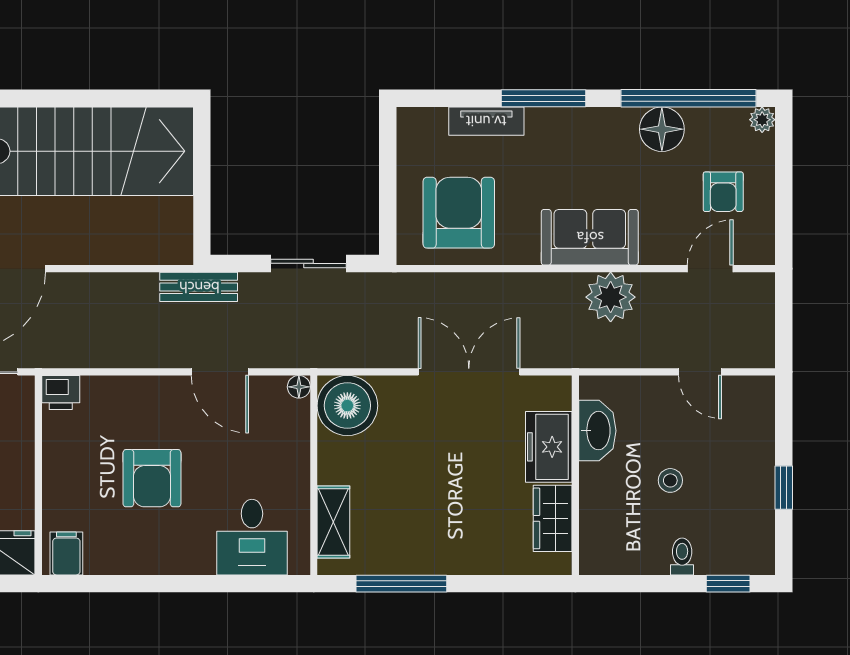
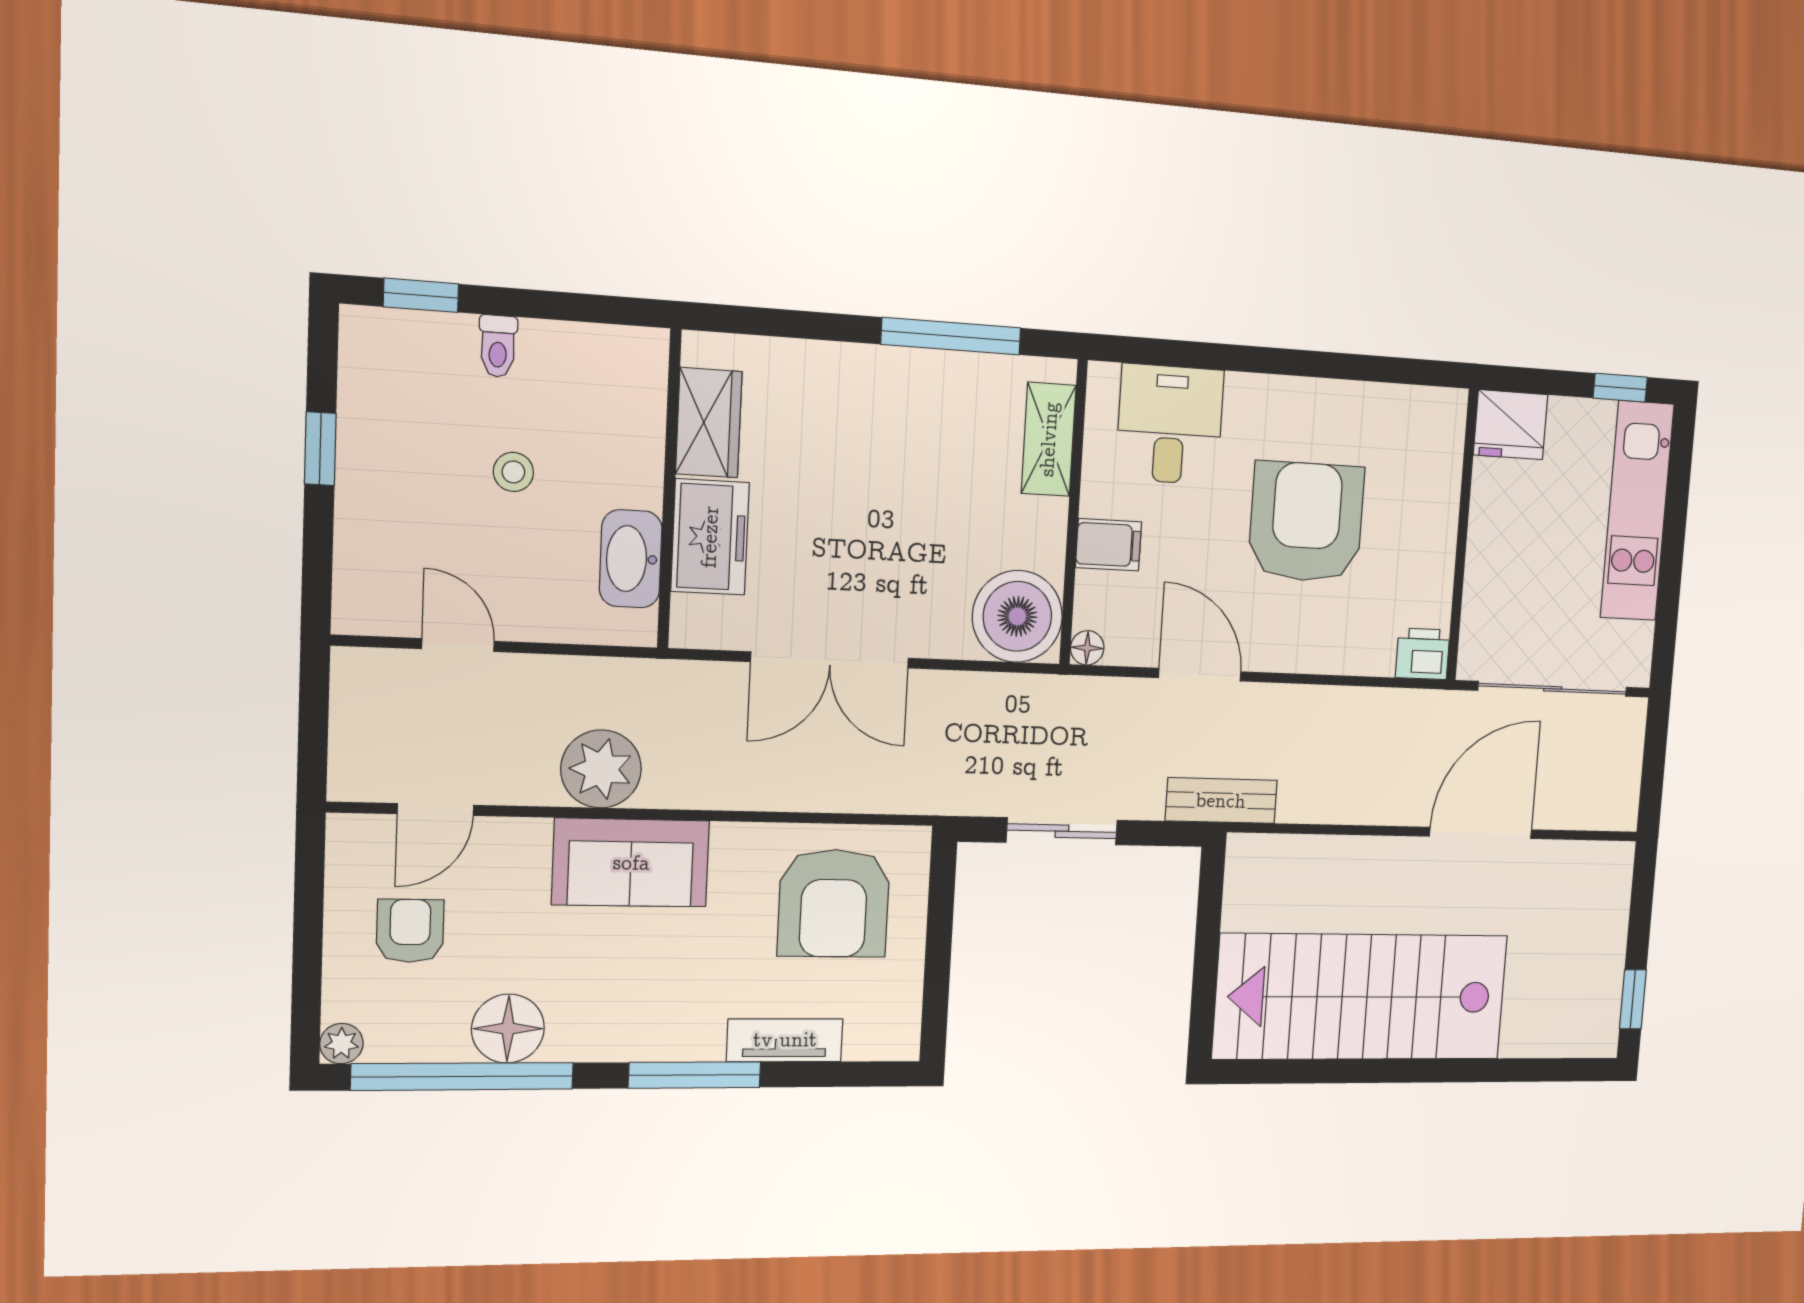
armchair: (152, 478) -> (1306, 522), width x1.36, depth x1.36
filing cabinet: (66, 553) -> (1109, 545), moved, turned -90

